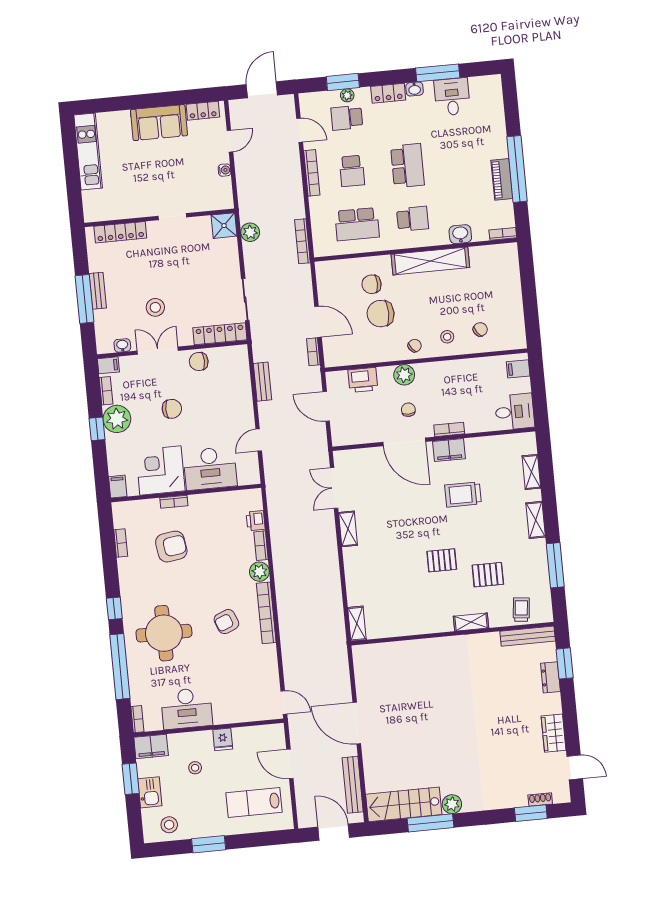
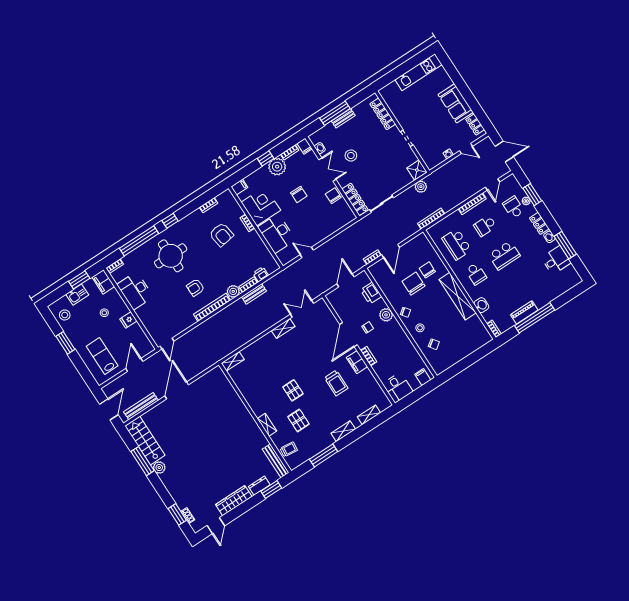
bench: (263, 382) -> (254, 294), moved
trolley: (463, 494) -> (336, 383), turned 180
armchair: (226, 622) -> (196, 287), turned -68
wardrobe: (554, 733) -> (234, 501), width x1.50

